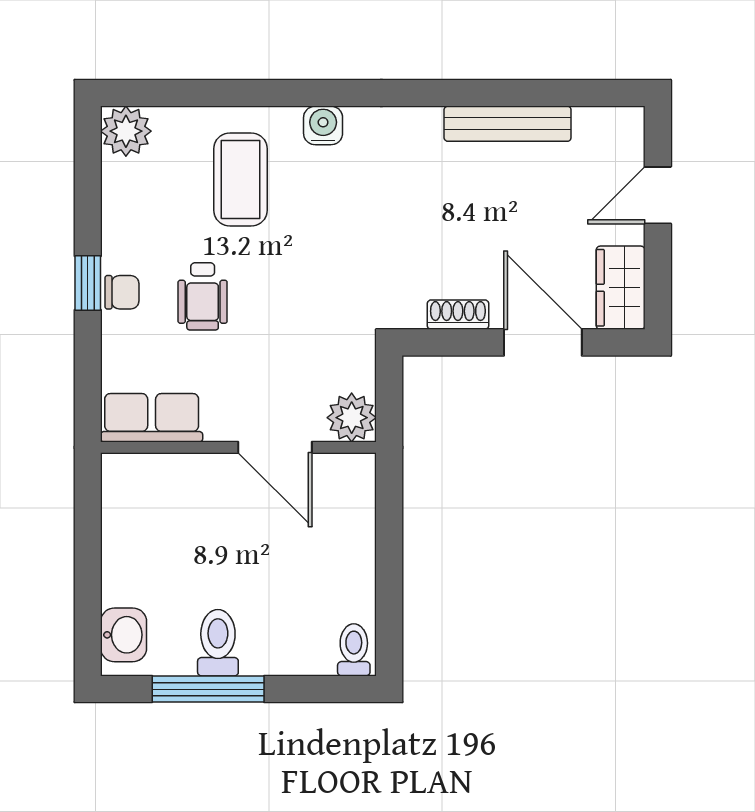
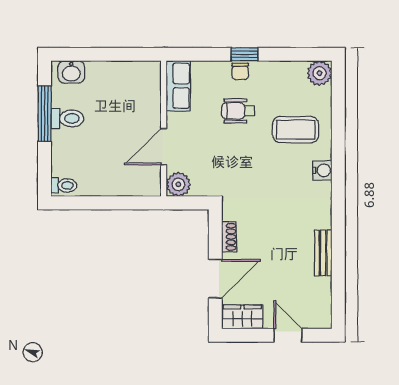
bench: (508, 124) -> (323, 253), width x0.73

